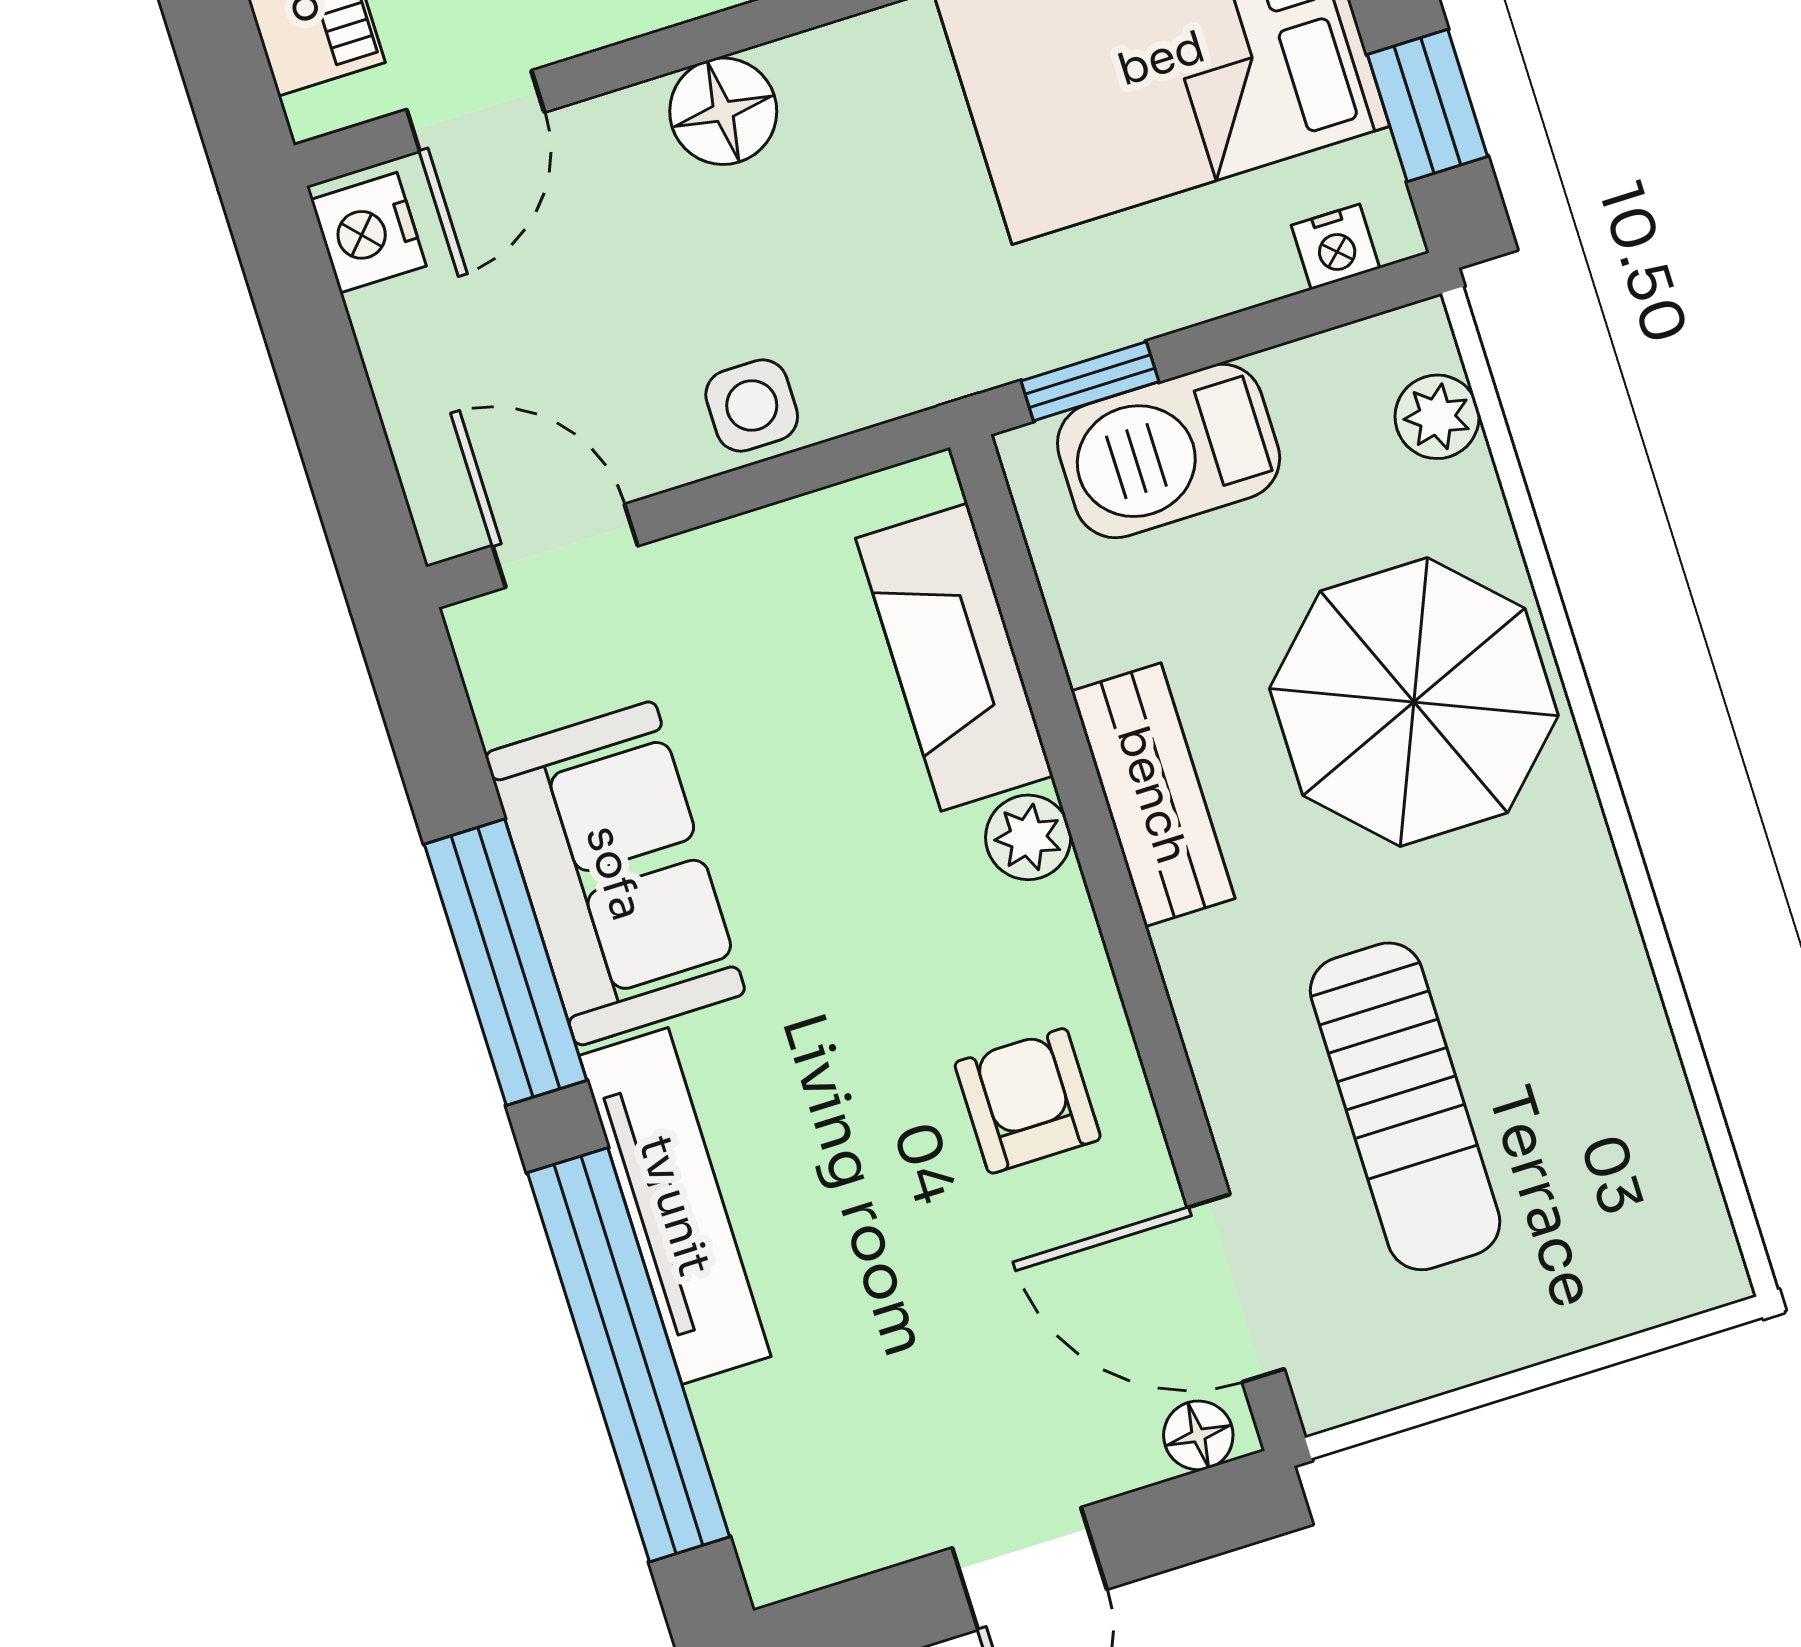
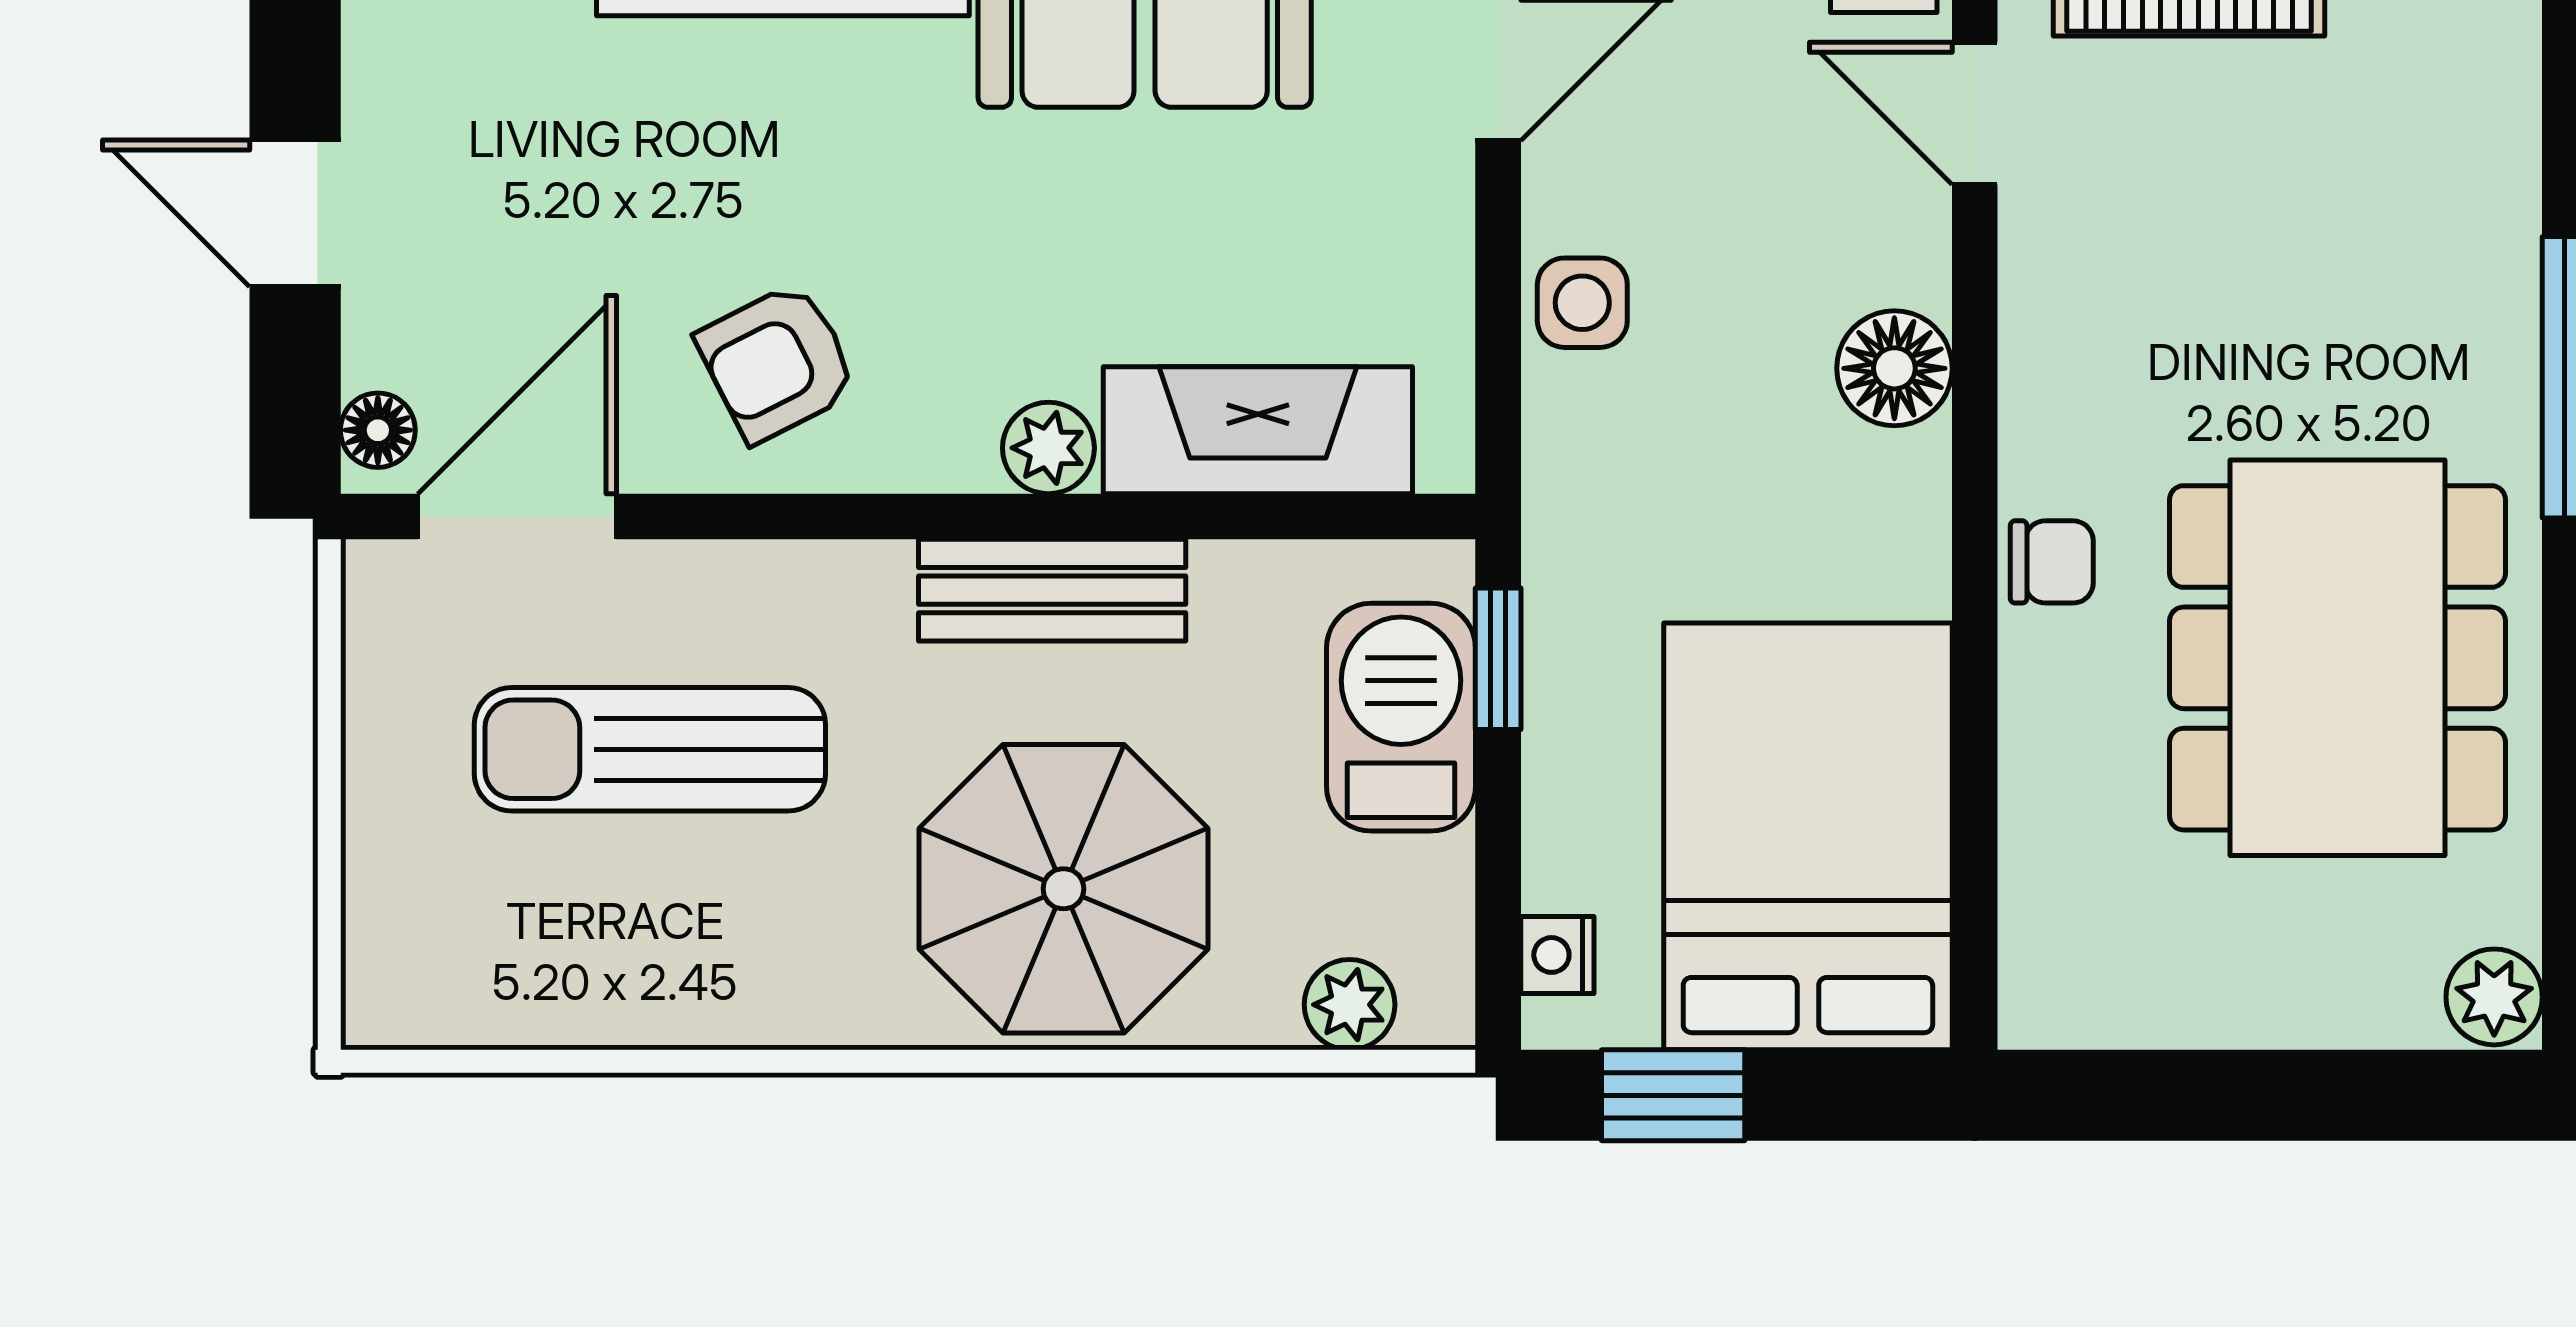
armchair: (1028, 1101) -> (777, 362), turned 153

